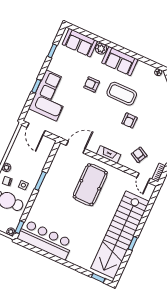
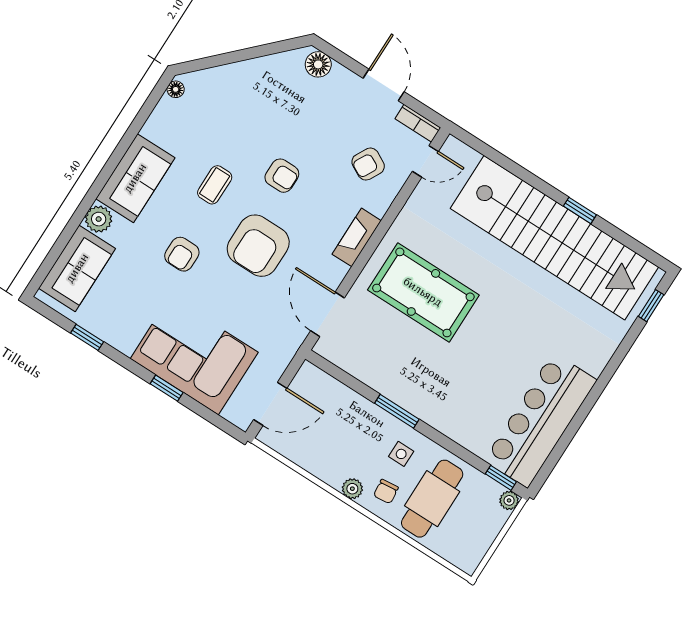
coffee table: (122, 94) -> (215, 185), width x0.54, depth x0.58
armchair: (100, 115) -> (258, 246), added

